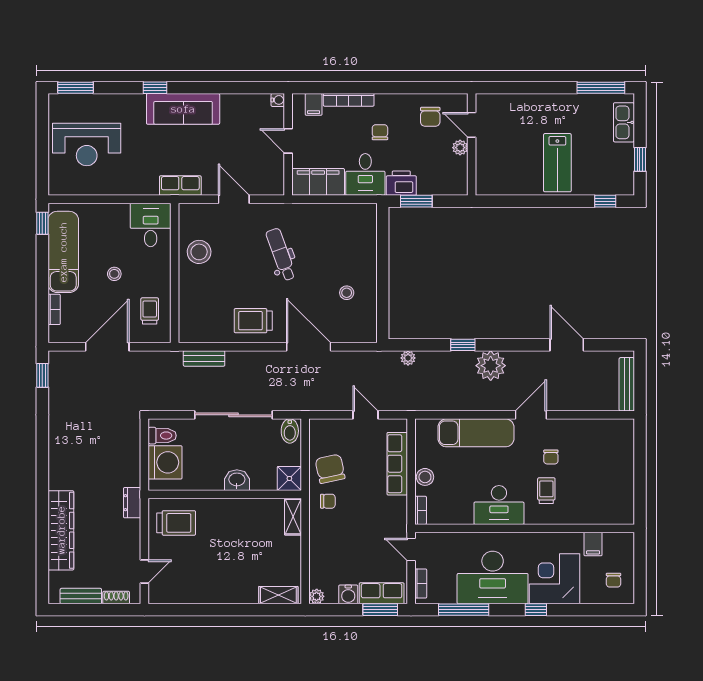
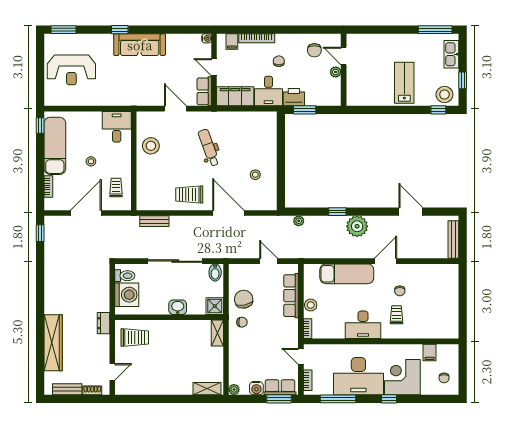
lab bench: (557, 163) -> (404, 83), turned 180
stool: (614, 179) -> (444, 95), added
row of seats: (180, 186) -> (204, 91), moved, turned -90

